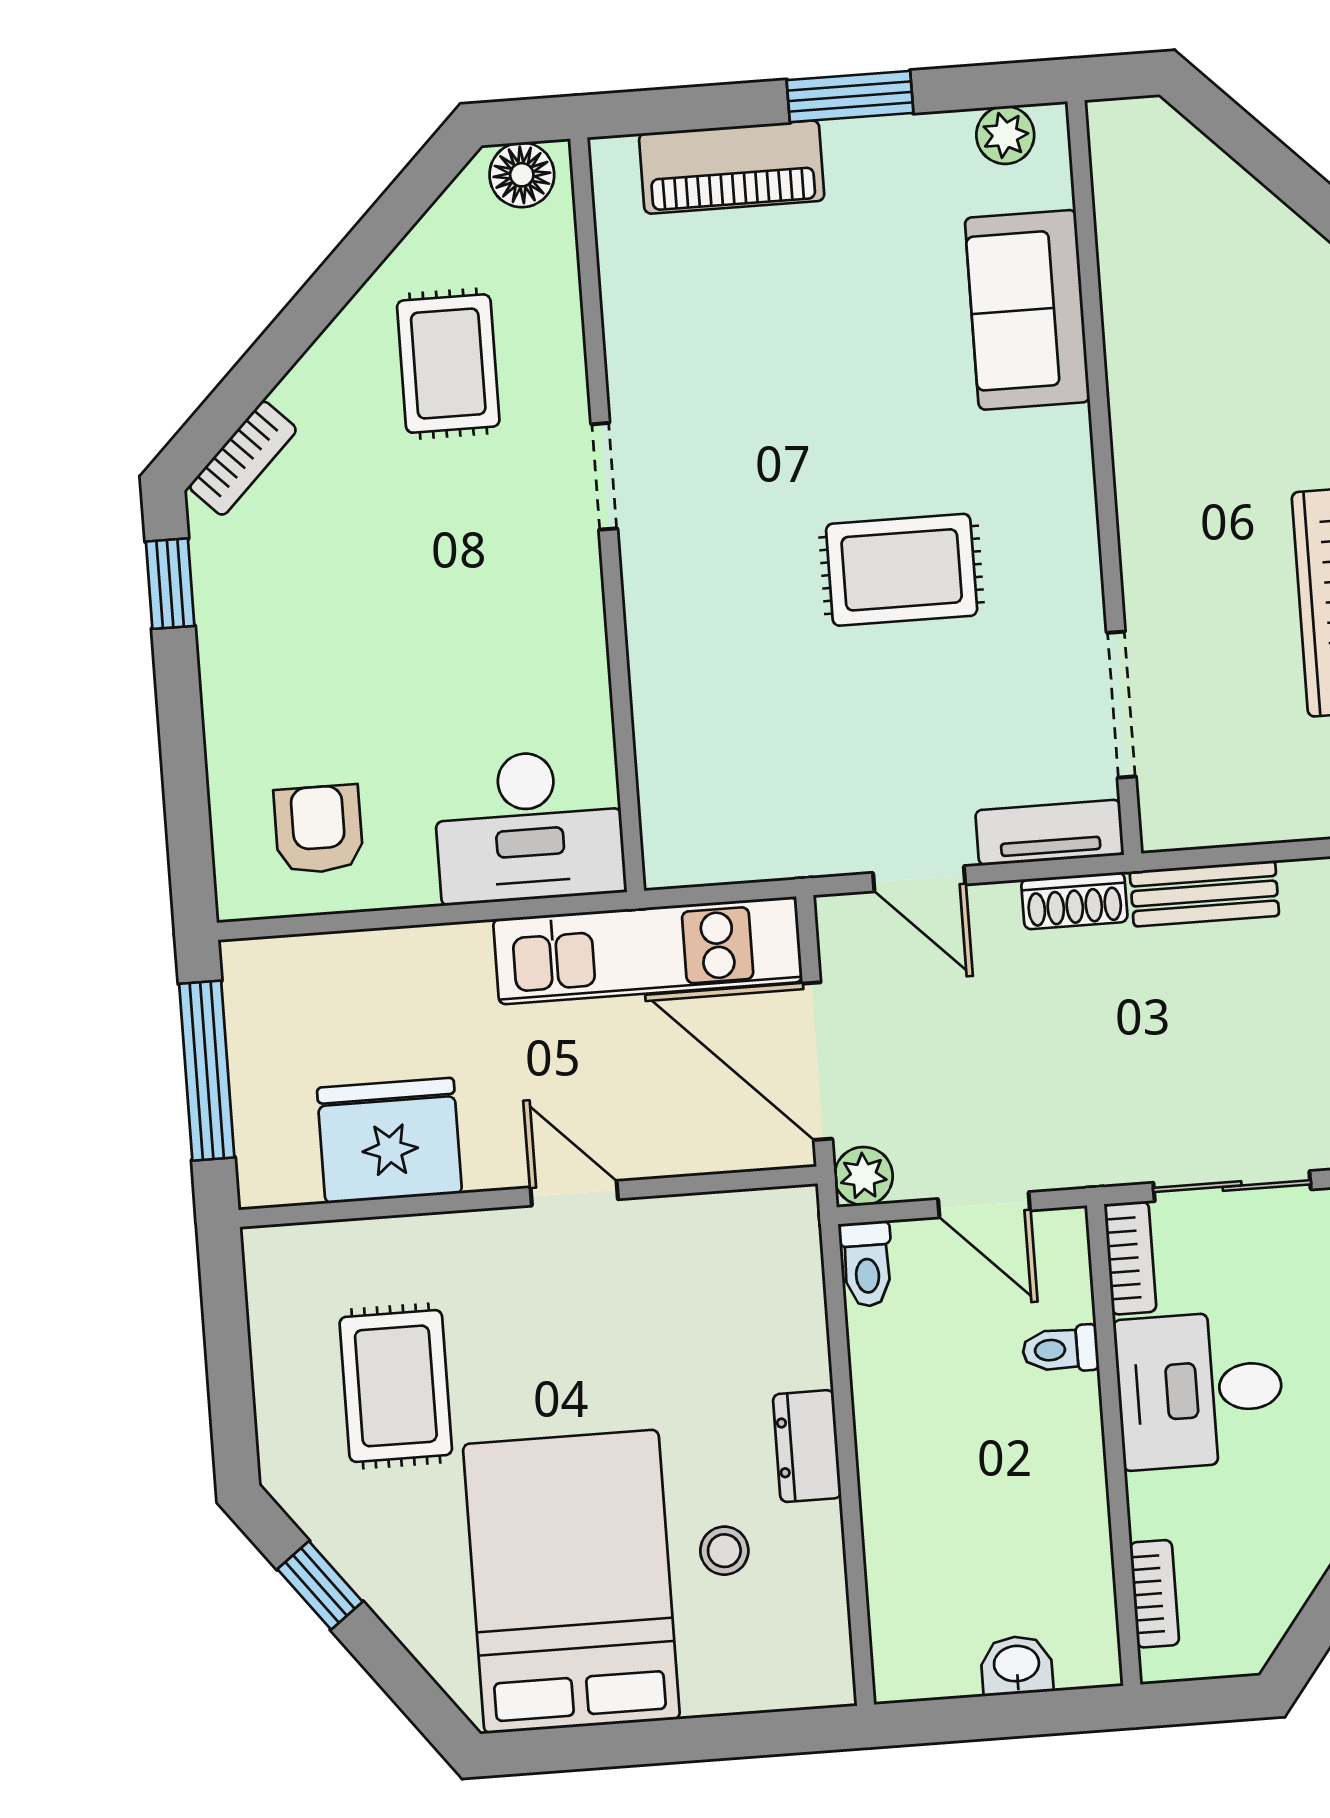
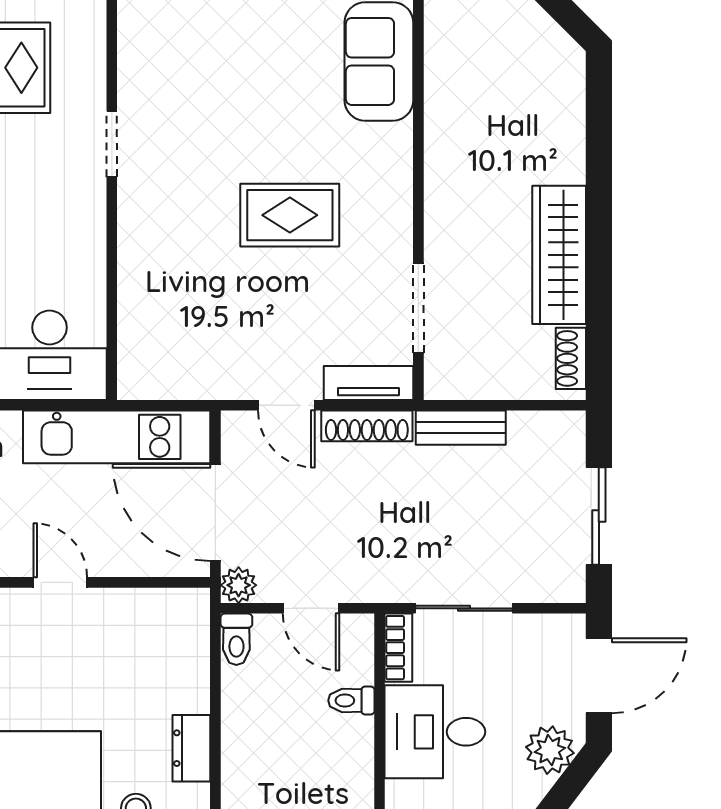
shoe rack: (1074, 901) -> (367, 426), width x1.43

